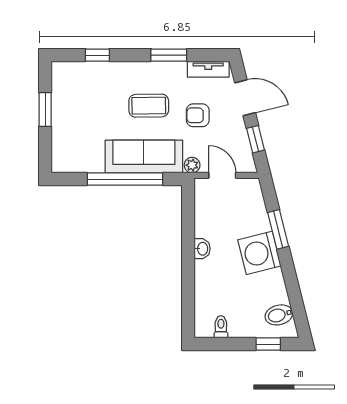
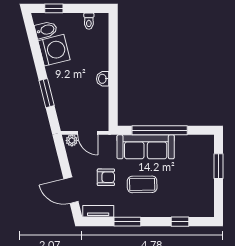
window: (45, 109) -> (219, 166), moved
window: (255, 139) -> (63, 160), removed
plant: (192, 165) -> (72, 140), moved
washing machine: (259, 253) -> (54, 50), moved

